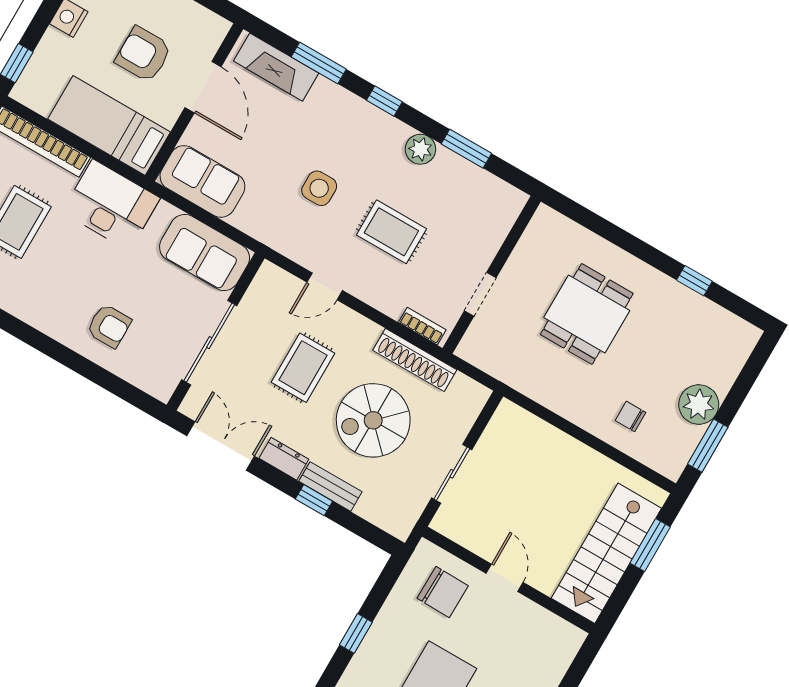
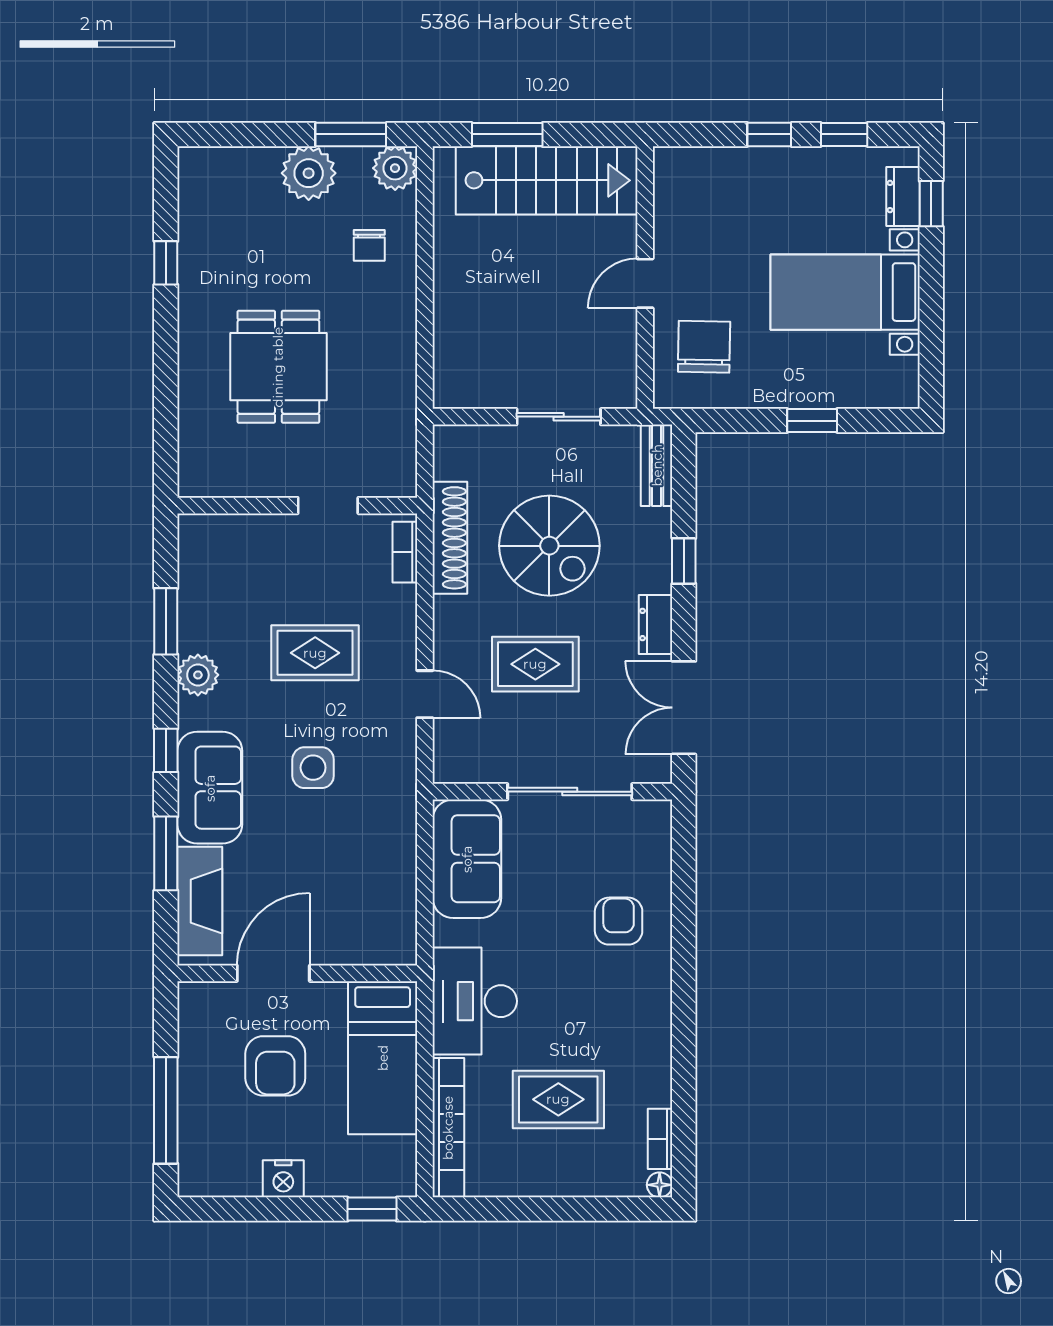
sofa: (202, 181) -> (210, 788), moved, turned 180
rug: (391, 232) -> (315, 653), turned 90
dining table: (587, 314) -> (278, 367), turned 90
plant: (670, 461) -> (395, 168), added
bench: (330, 487) -> (657, 465), moved

